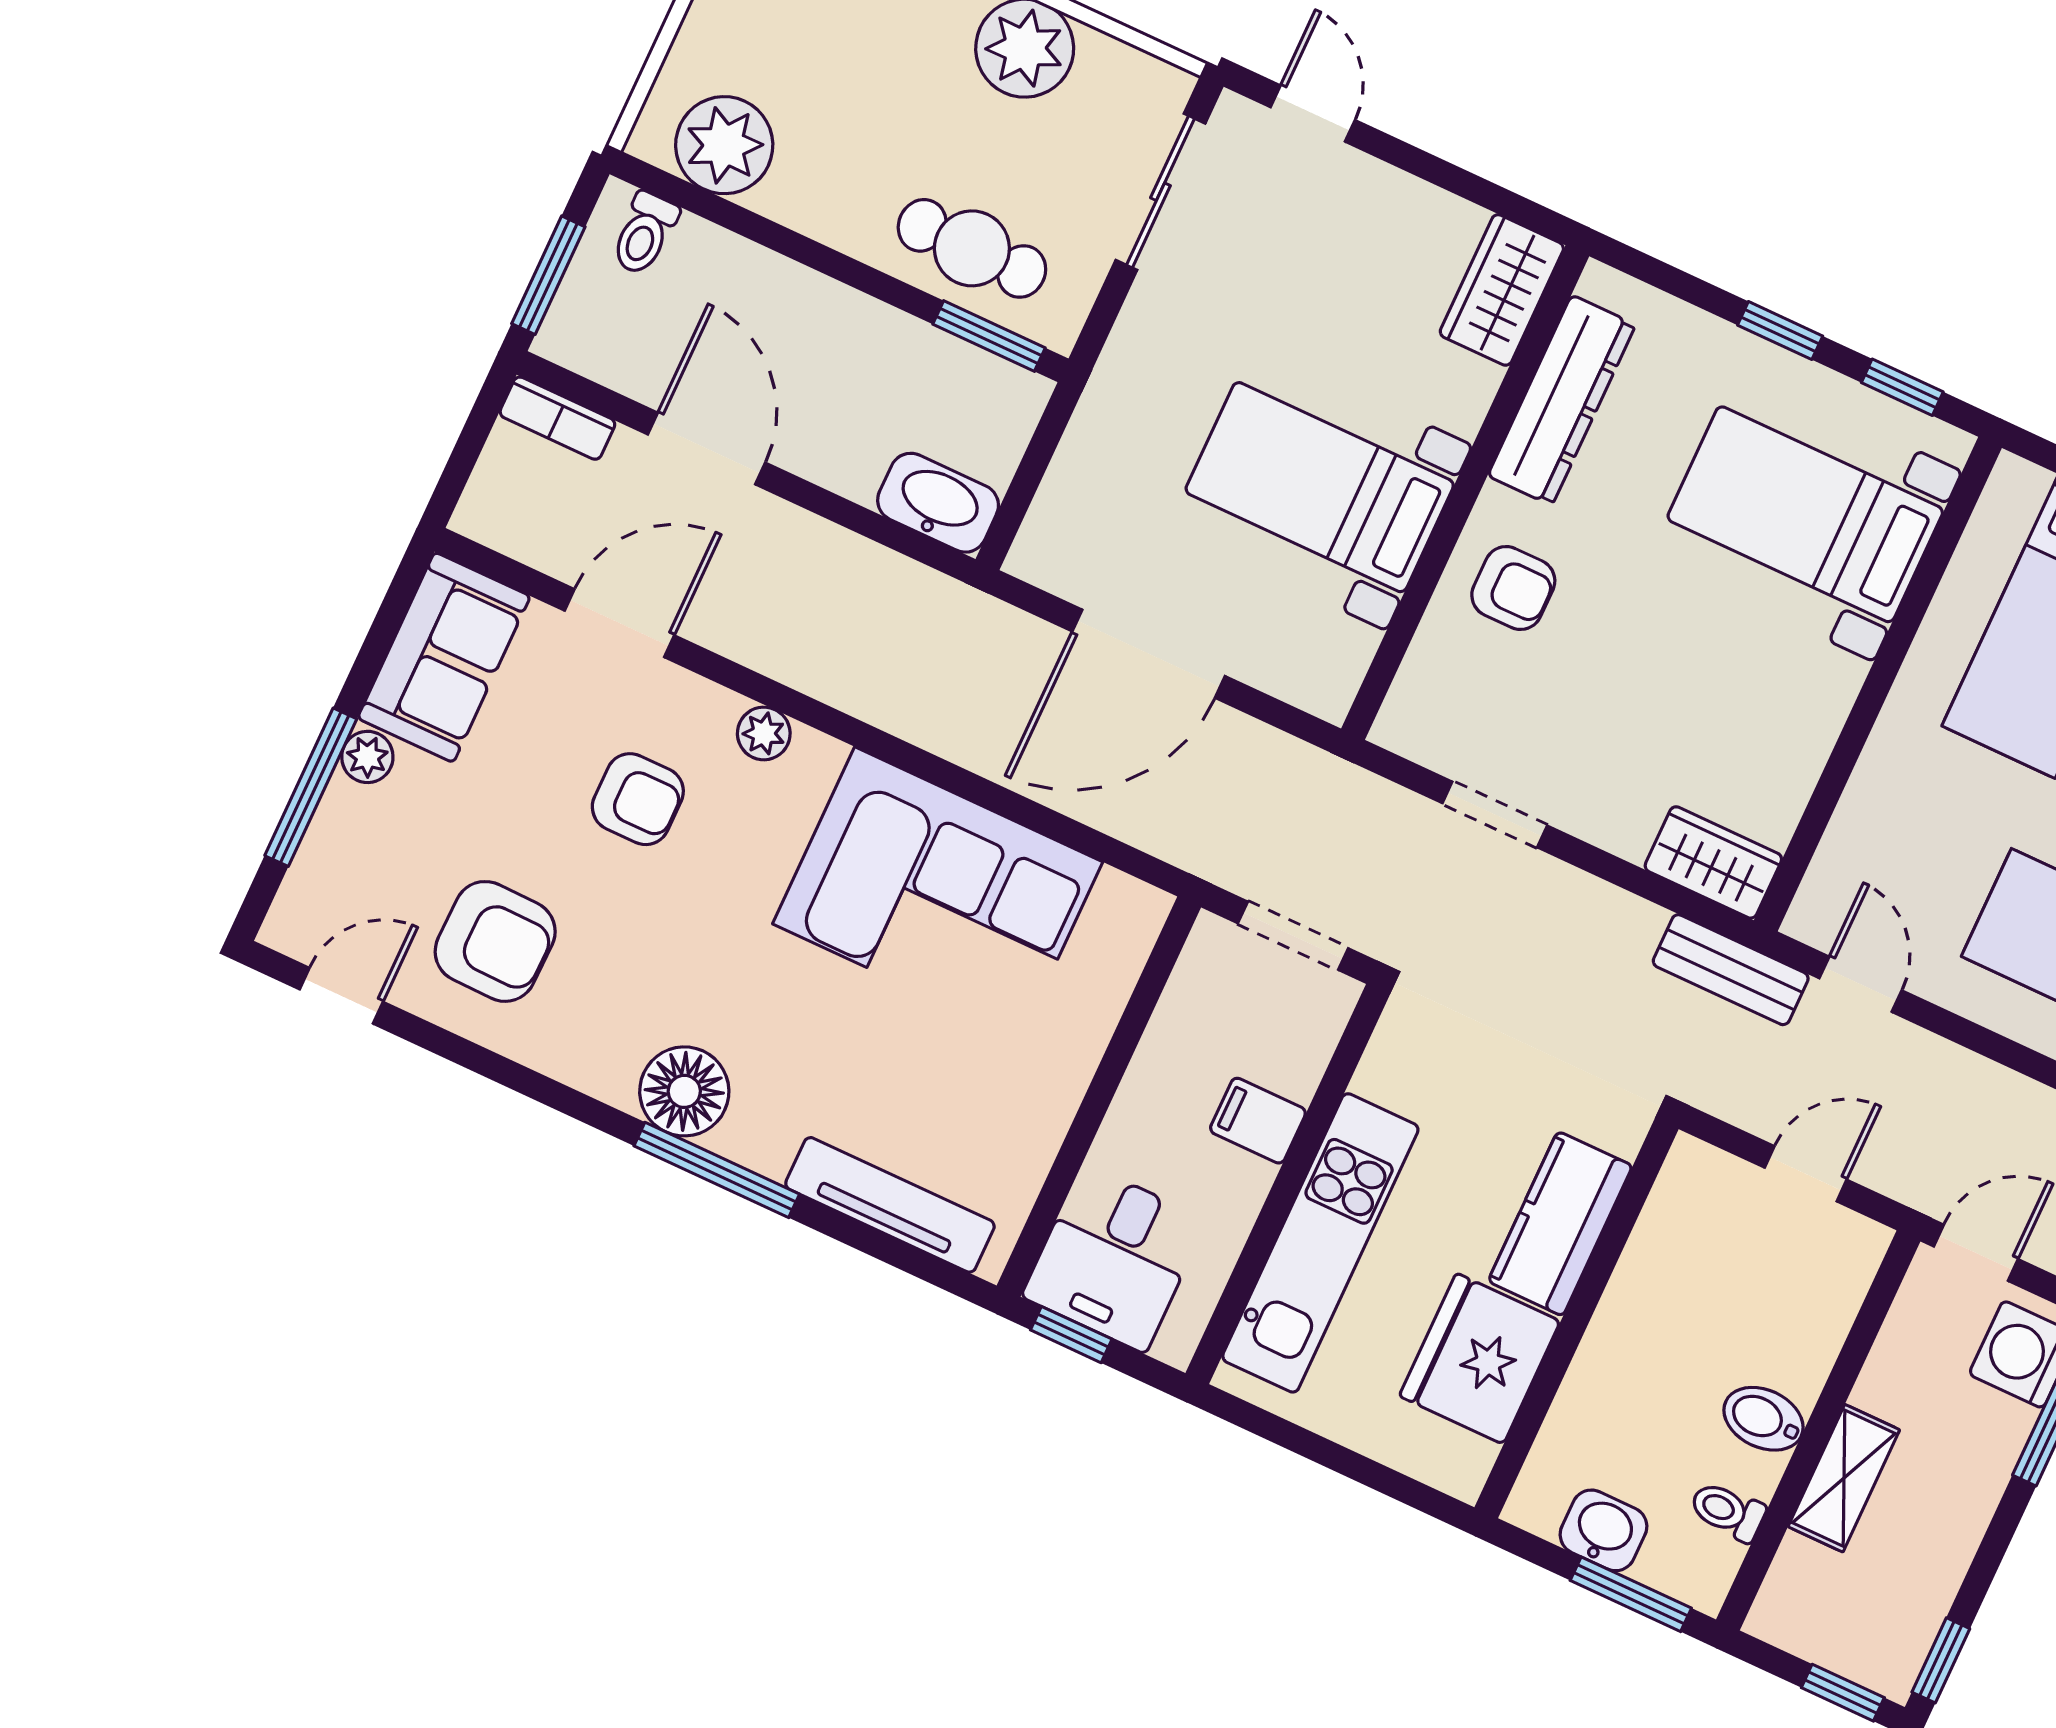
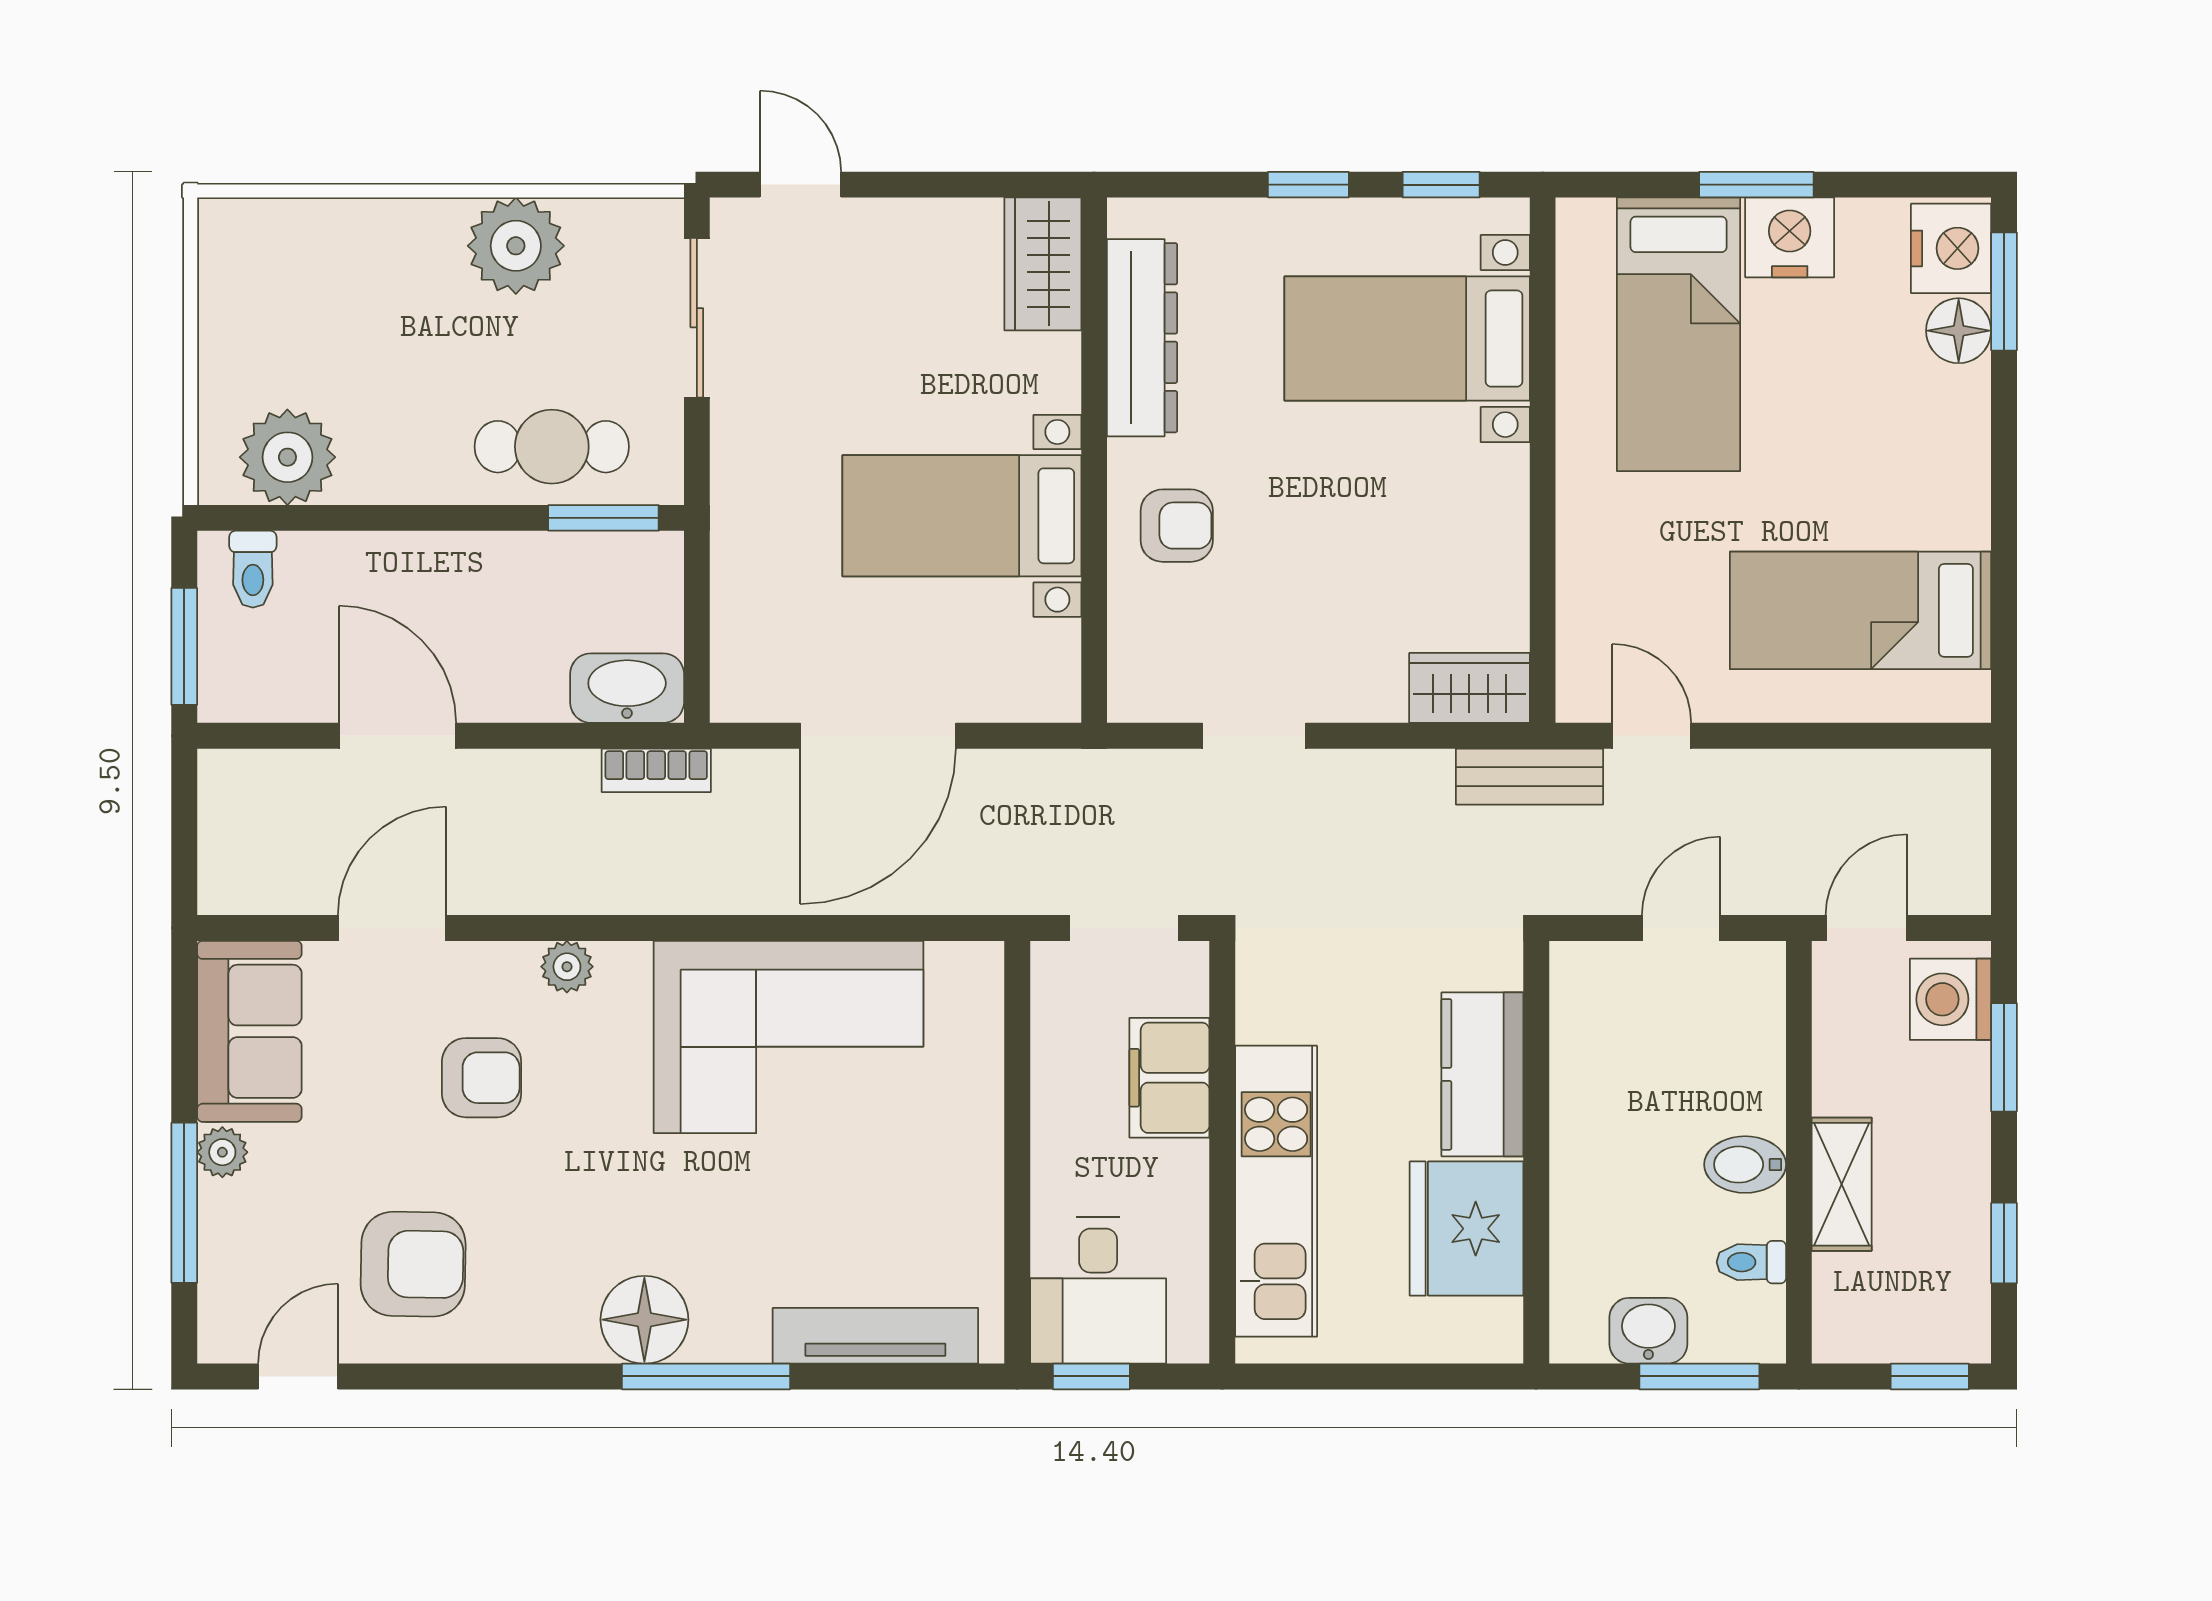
bookcase: (557, 418) -> (656, 770), moved
filing cabinet: (1258, 1121) -> (1169, 1078), width x2.00
window: (1941, 1660) -> (2004, 1243), moved

